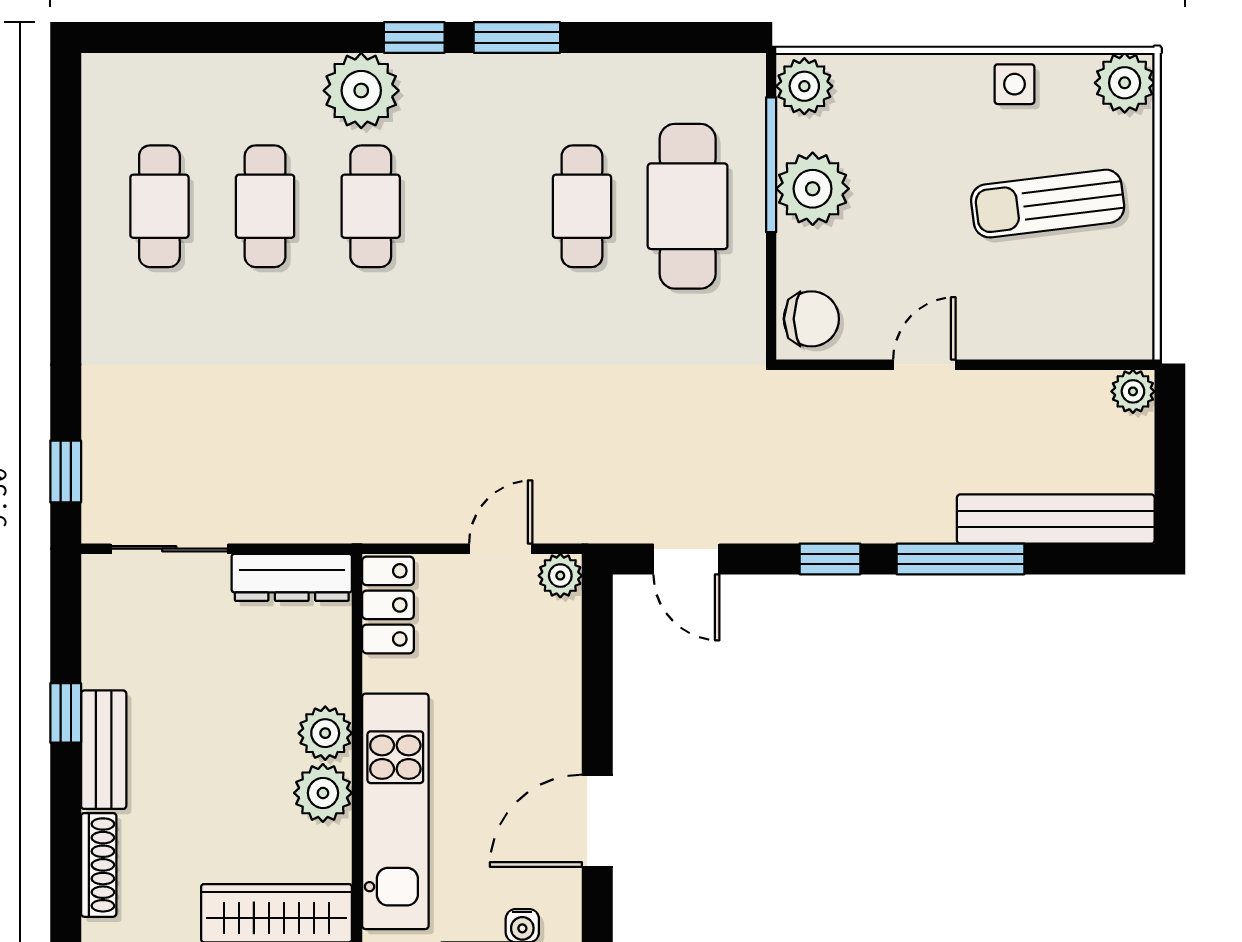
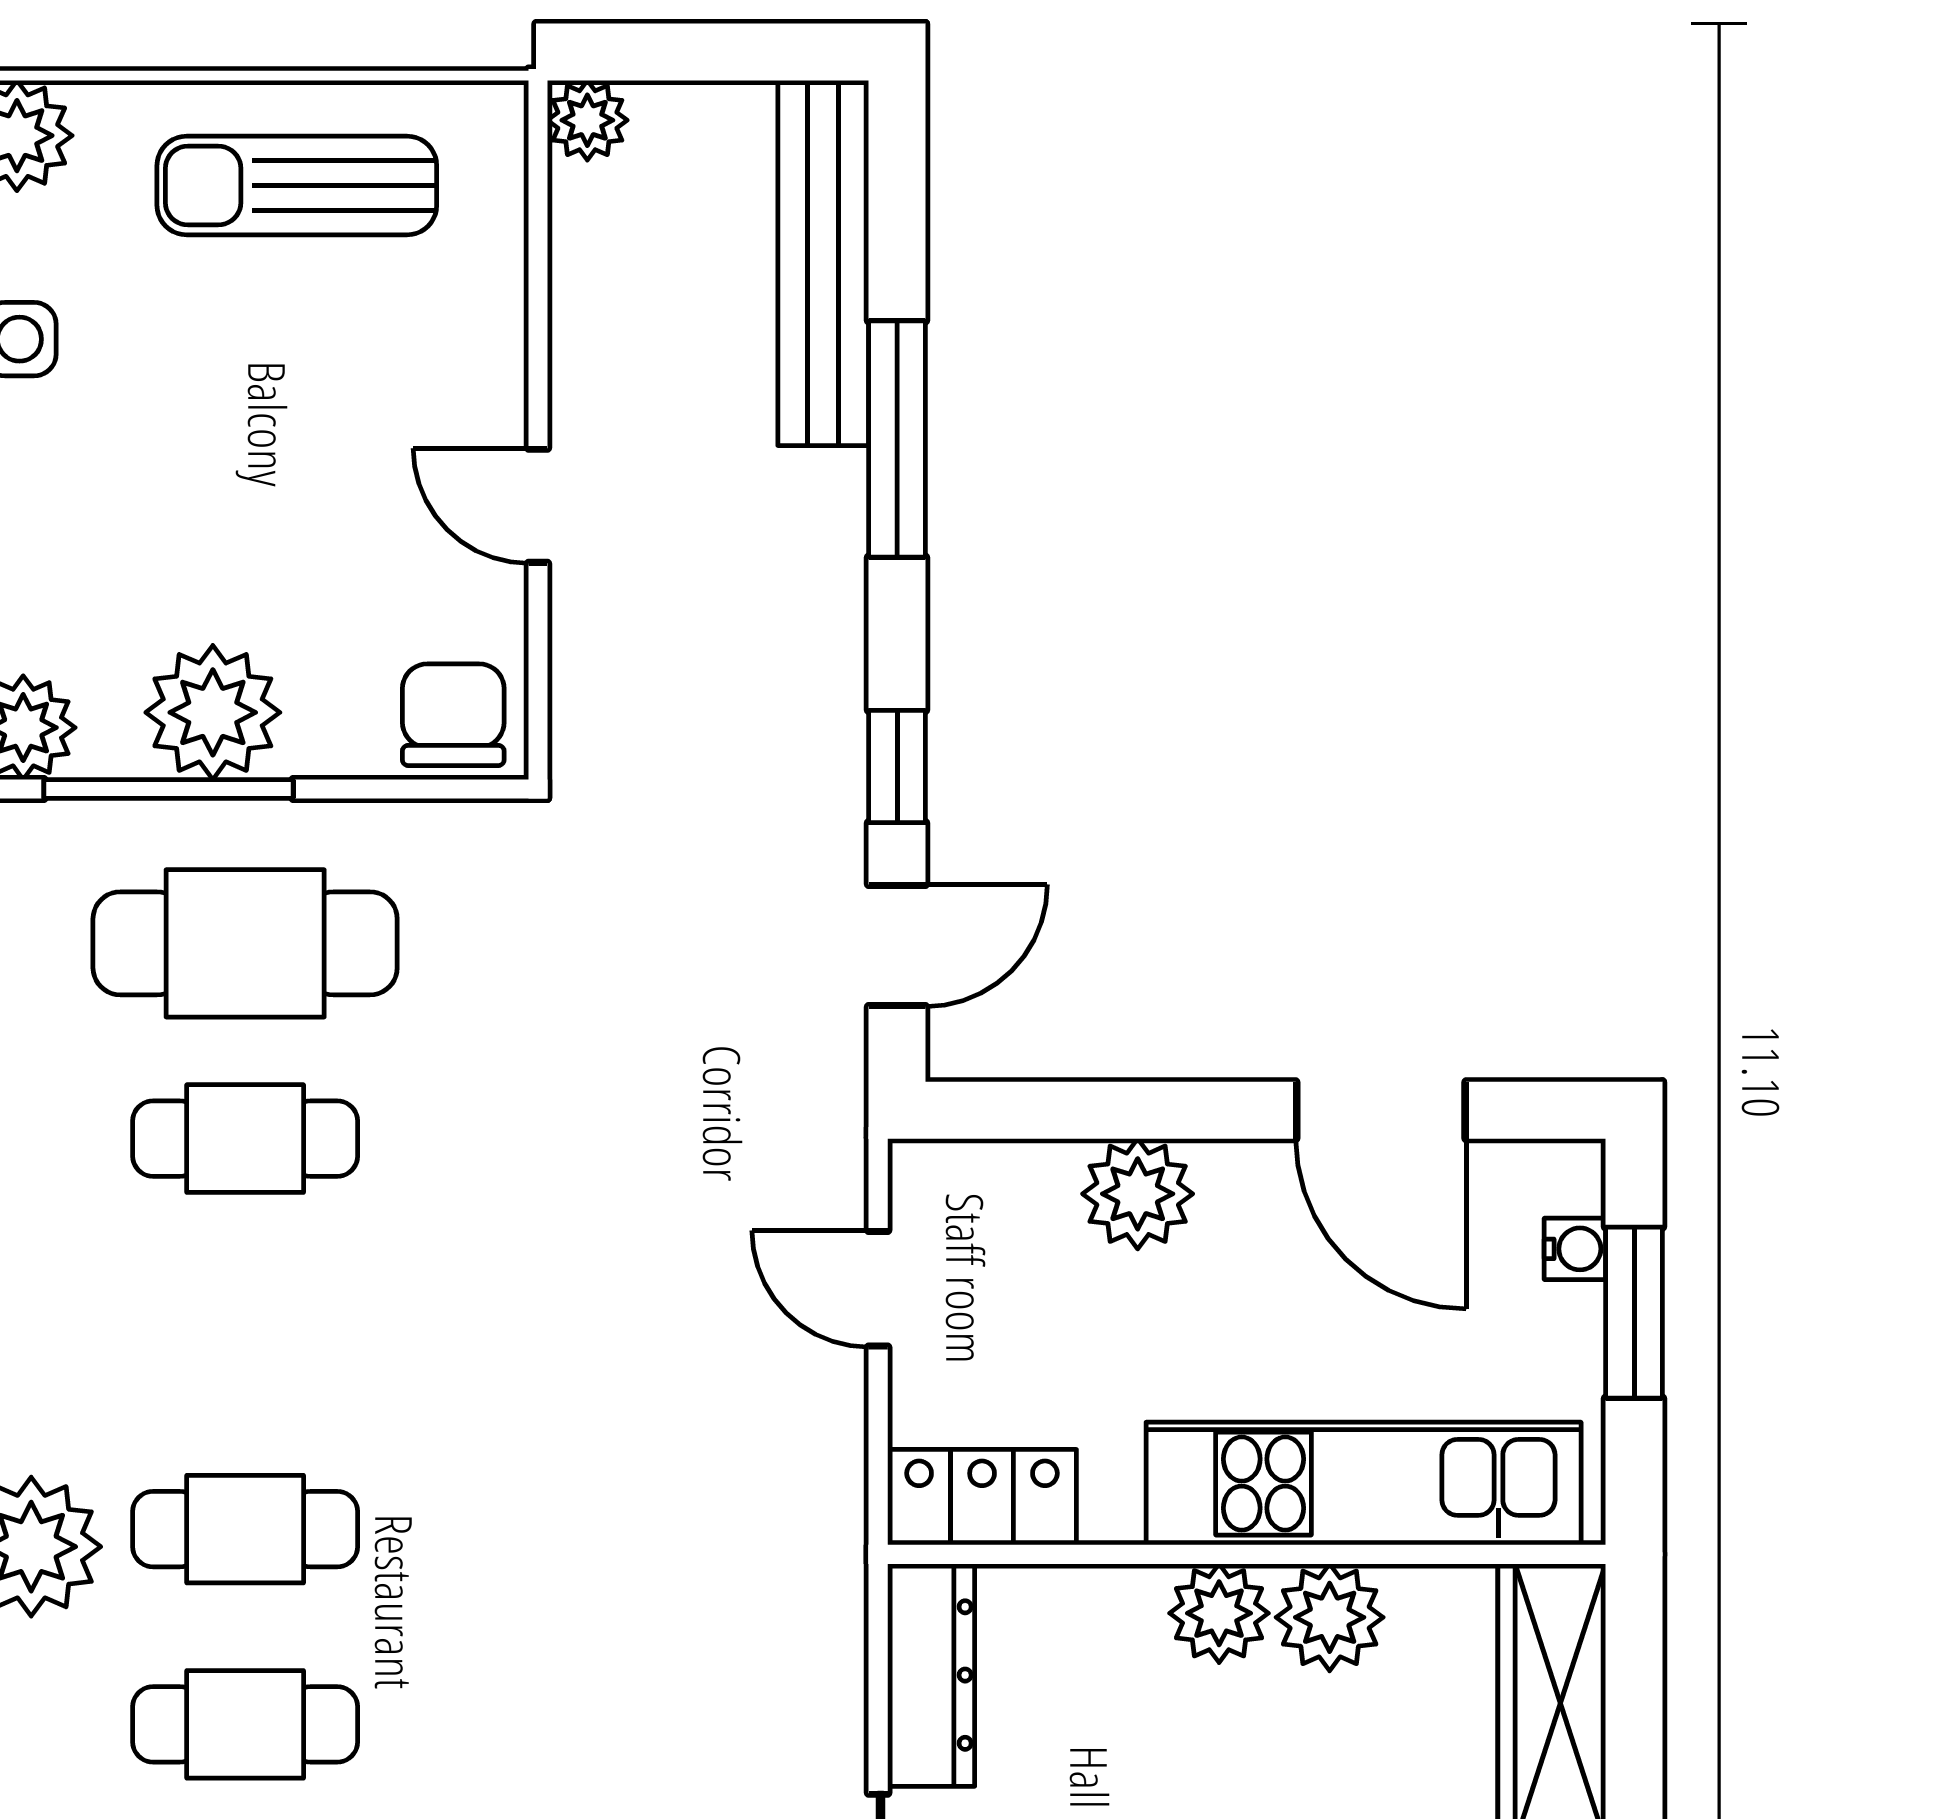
sun lounger: (1048, 204) -> (297, 186), moved, turned 97
window: (830, 559) -> (897, 767), moved
plant: (560, 576) -> (1138, 1194), moved, width x1.38, depth x1.38

